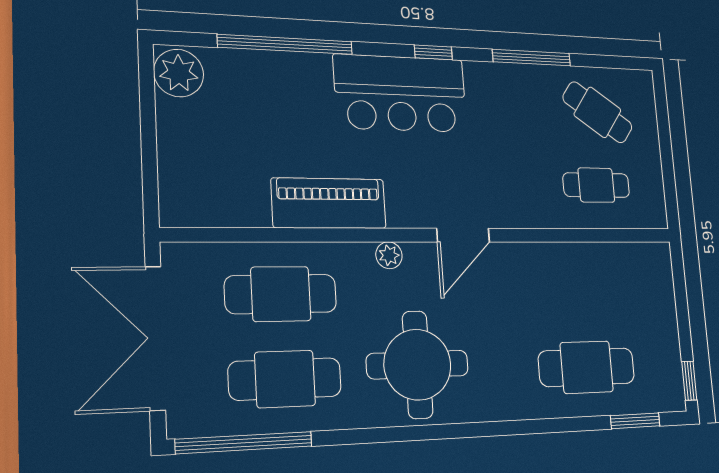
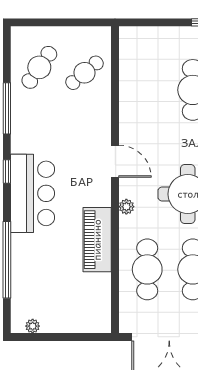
plant: (179, 73) -> (33, 326), width x0.53, depth x0.53
cafe table: (596, 185) -> (84, 73), turned 50

